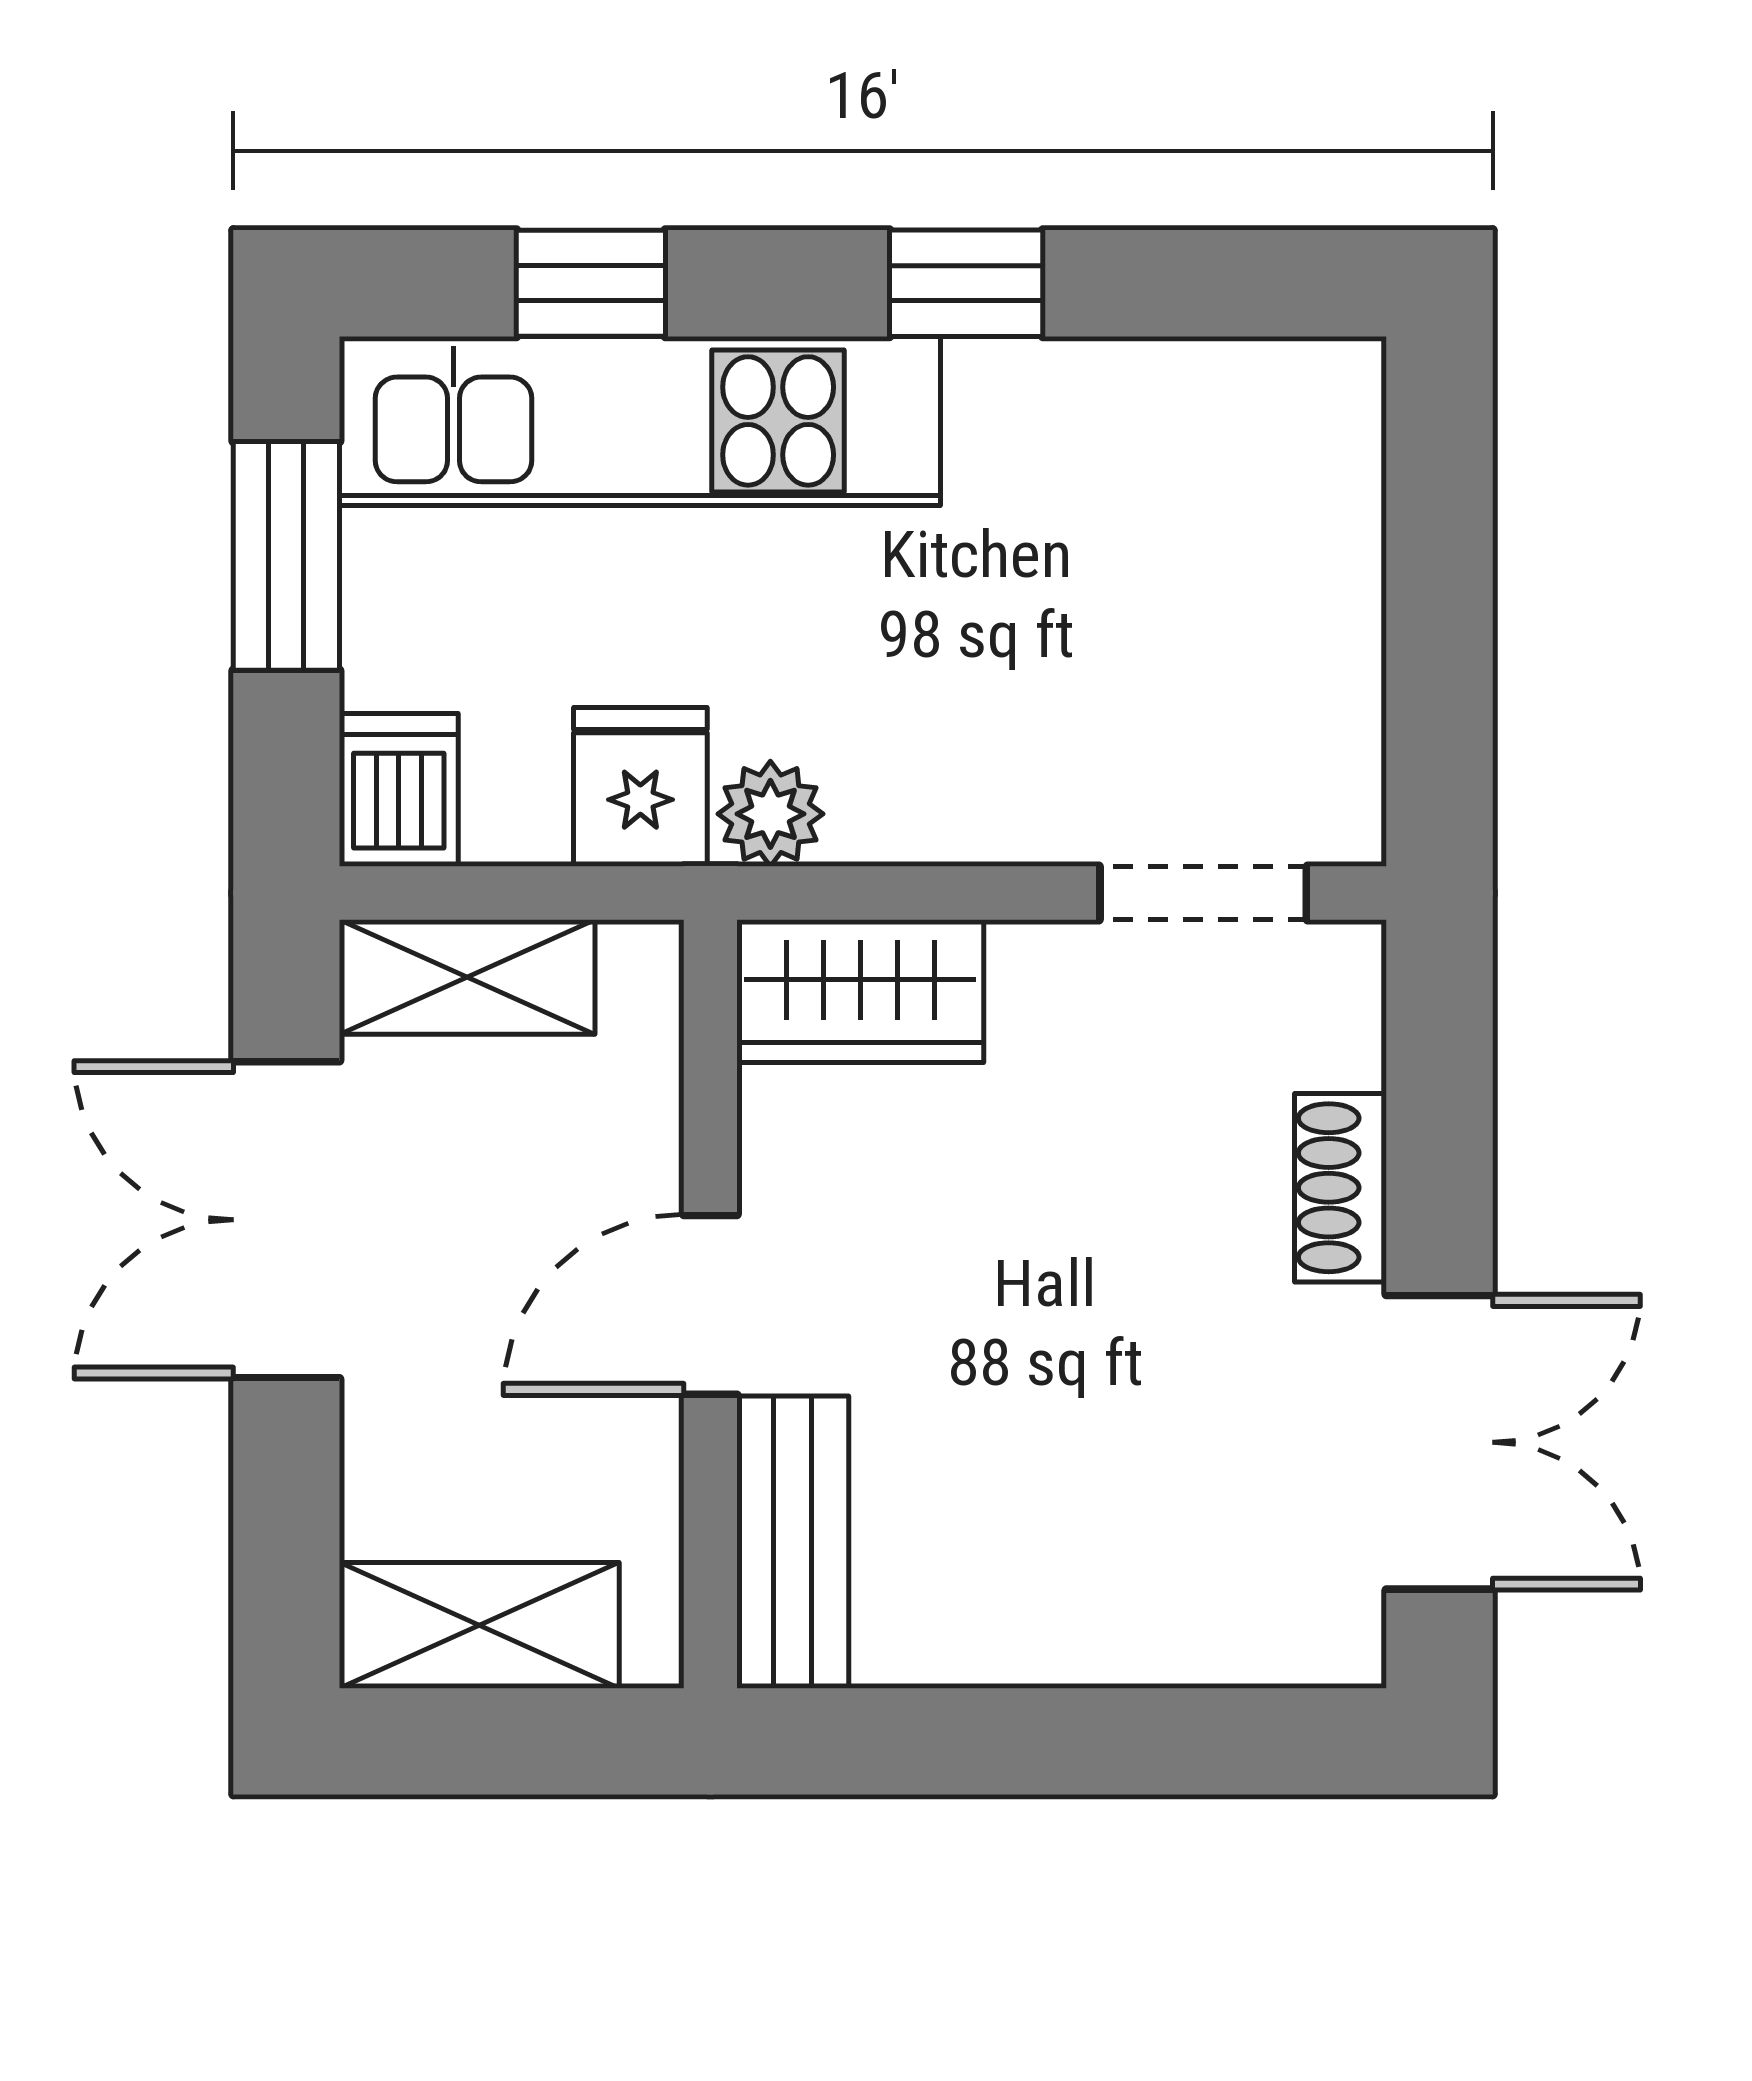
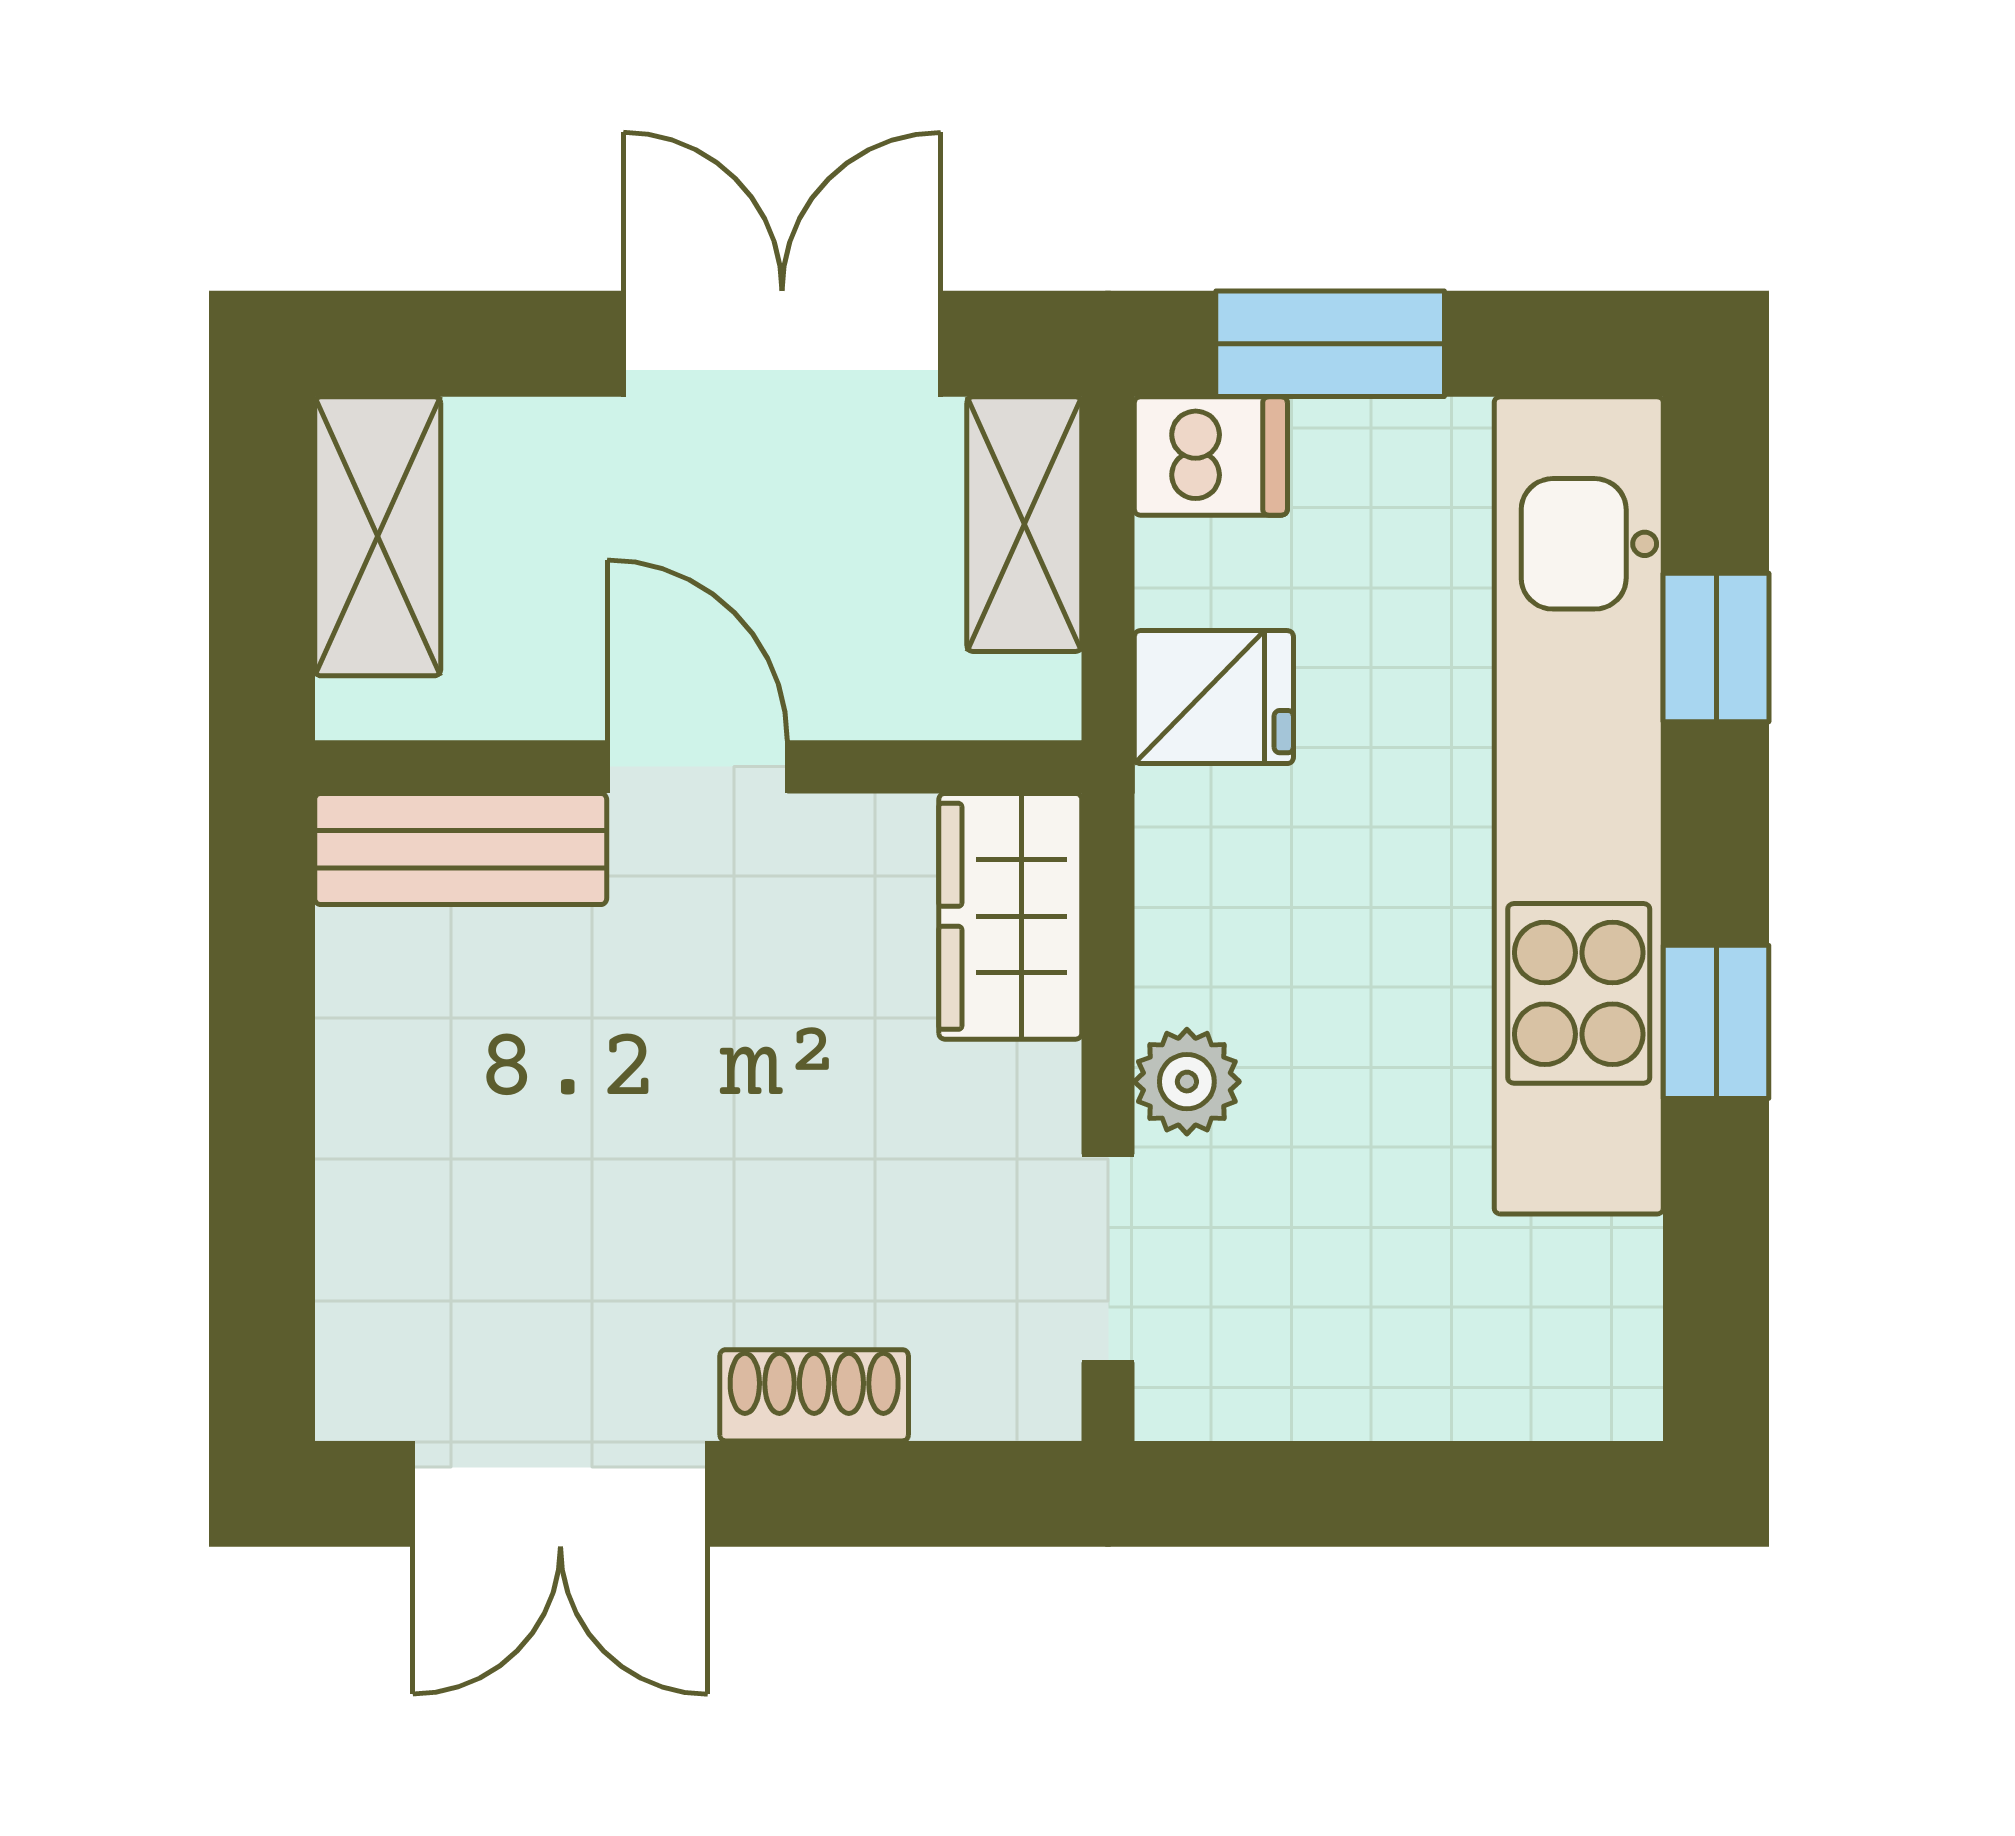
kitchen unit: (640, 421) -> (1579, 805), width x1.36
window: (286, 556) -> (1330, 344), moved
plant: (770, 814) -> (1187, 1082), moved

